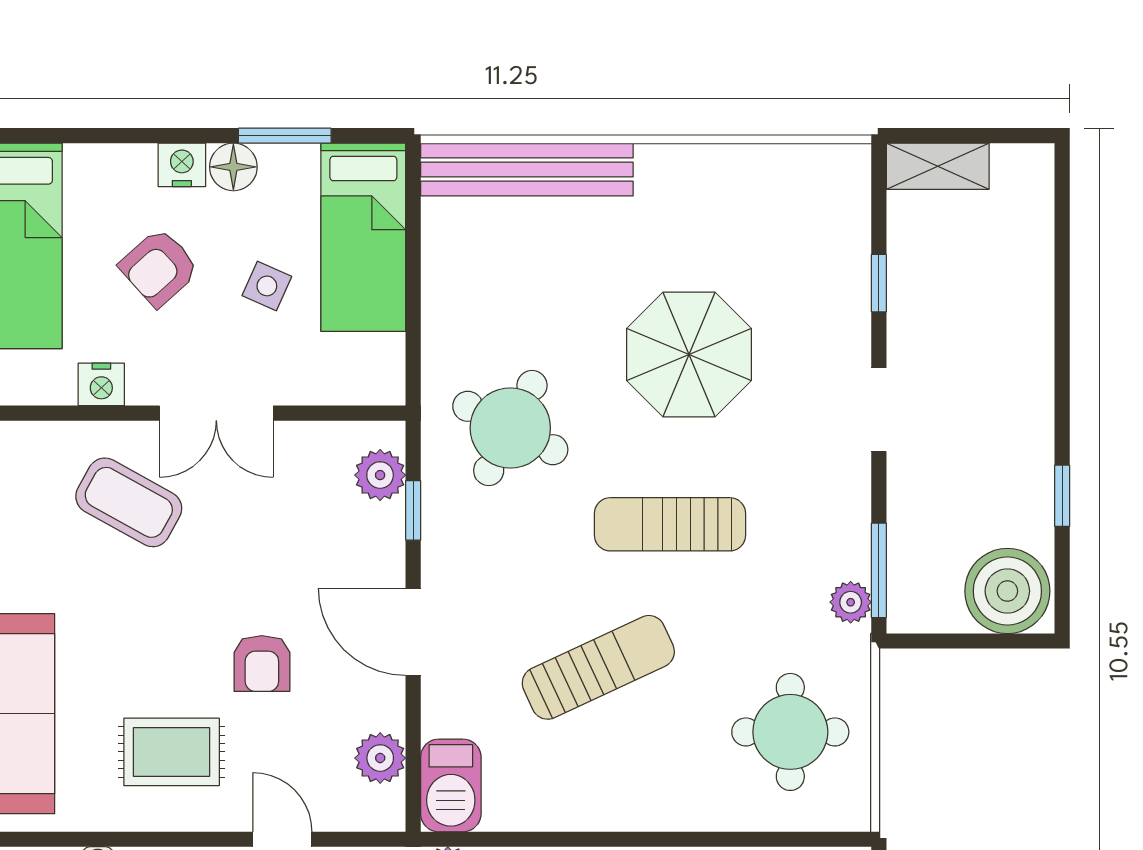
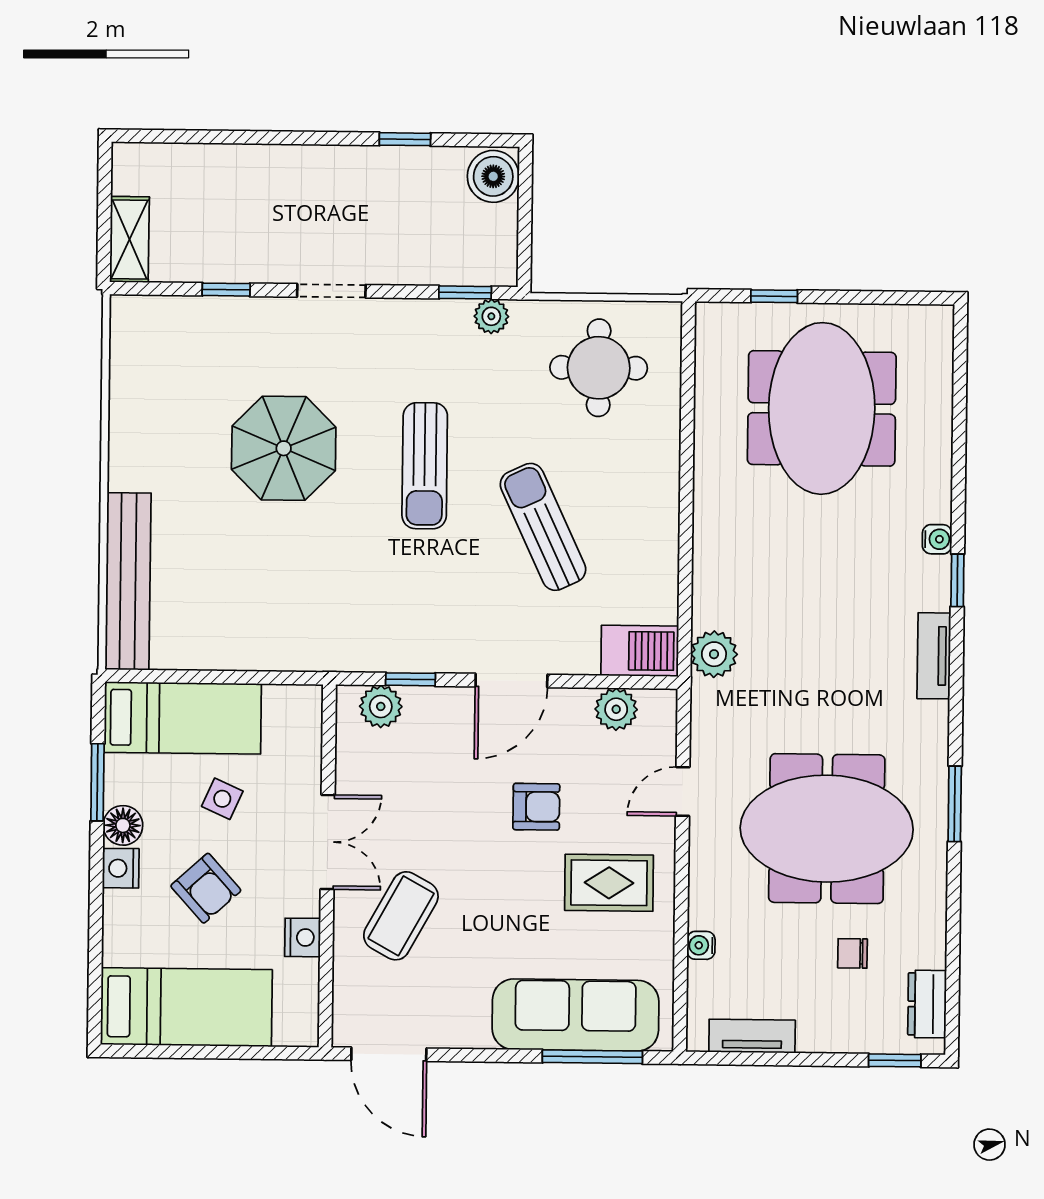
round table: (510, 428) -> (343, 598), removed
window: (879, 570) -> (465, 292), width x0.67
boiler: (1007, 591) -> (493, 176), width x0.73, depth x0.73
rug: (172, 752) -> (609, 883), turned 90

